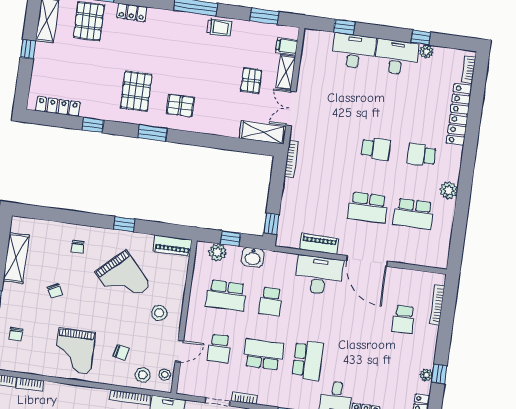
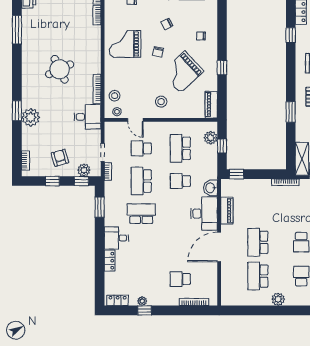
window: (152, 133) -> (291, 112), moved
washbasin: (253, 257) -> (211, 188), moved
chair: (121, 352) -> (158, 52), moved
school desk: (263, 354) -> (141, 181), turned 180
school desk: (308, 360) -> (141, 214), turned 180

